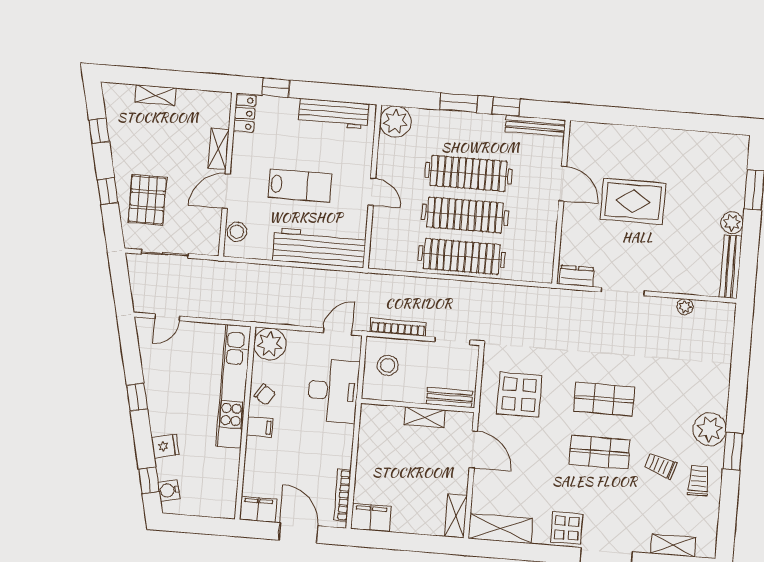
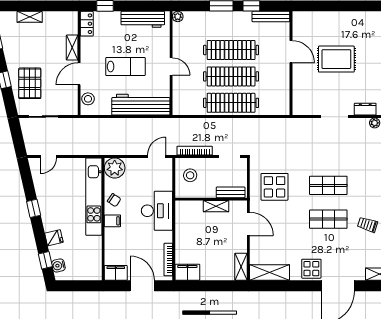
plant: (395, 122) -> (178, 17), width x0.53, depth x0.53
dresser: (577, 276) -> (365, 109), moved
desk: (333, 391) -> (157, 211), moved

